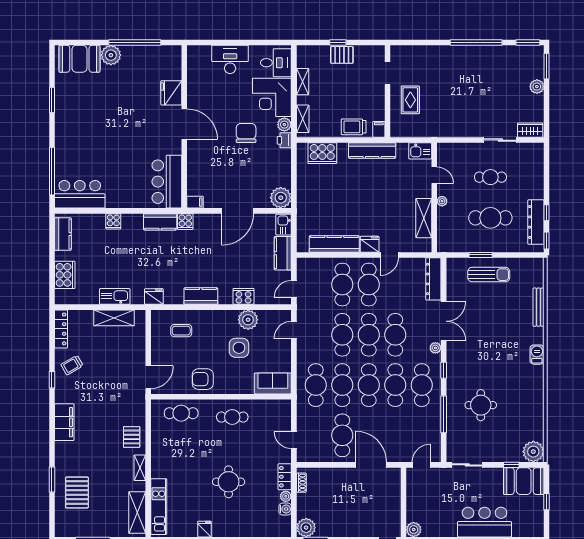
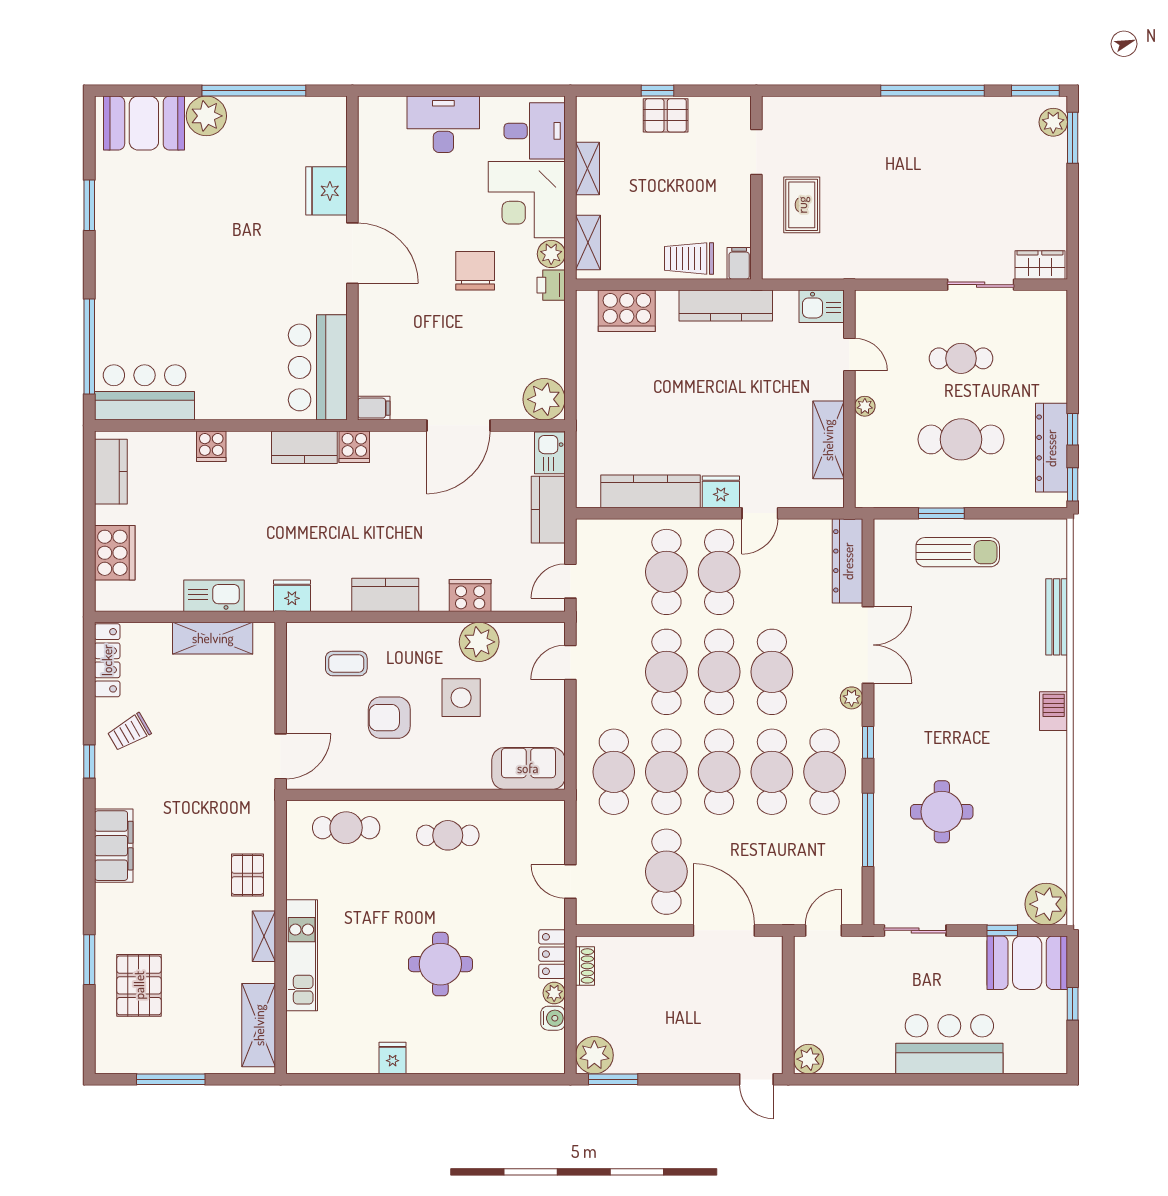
plant: (537, 87) -> (1053, 122), moved
armchair: (203, 379) -> (389, 718), moved
kitchen unit: (159, 507) -> (302, 955), moved

